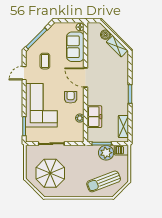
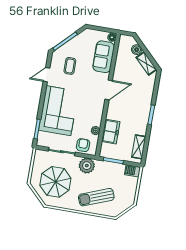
door: (86, 77) -> (109, 90), swing flipped
armchair: (71, 97) -> (83, 145), moved
plant: (106, 153) -> (87, 166), moved
sun lounger: (104, 181) -> (96, 197), moved

